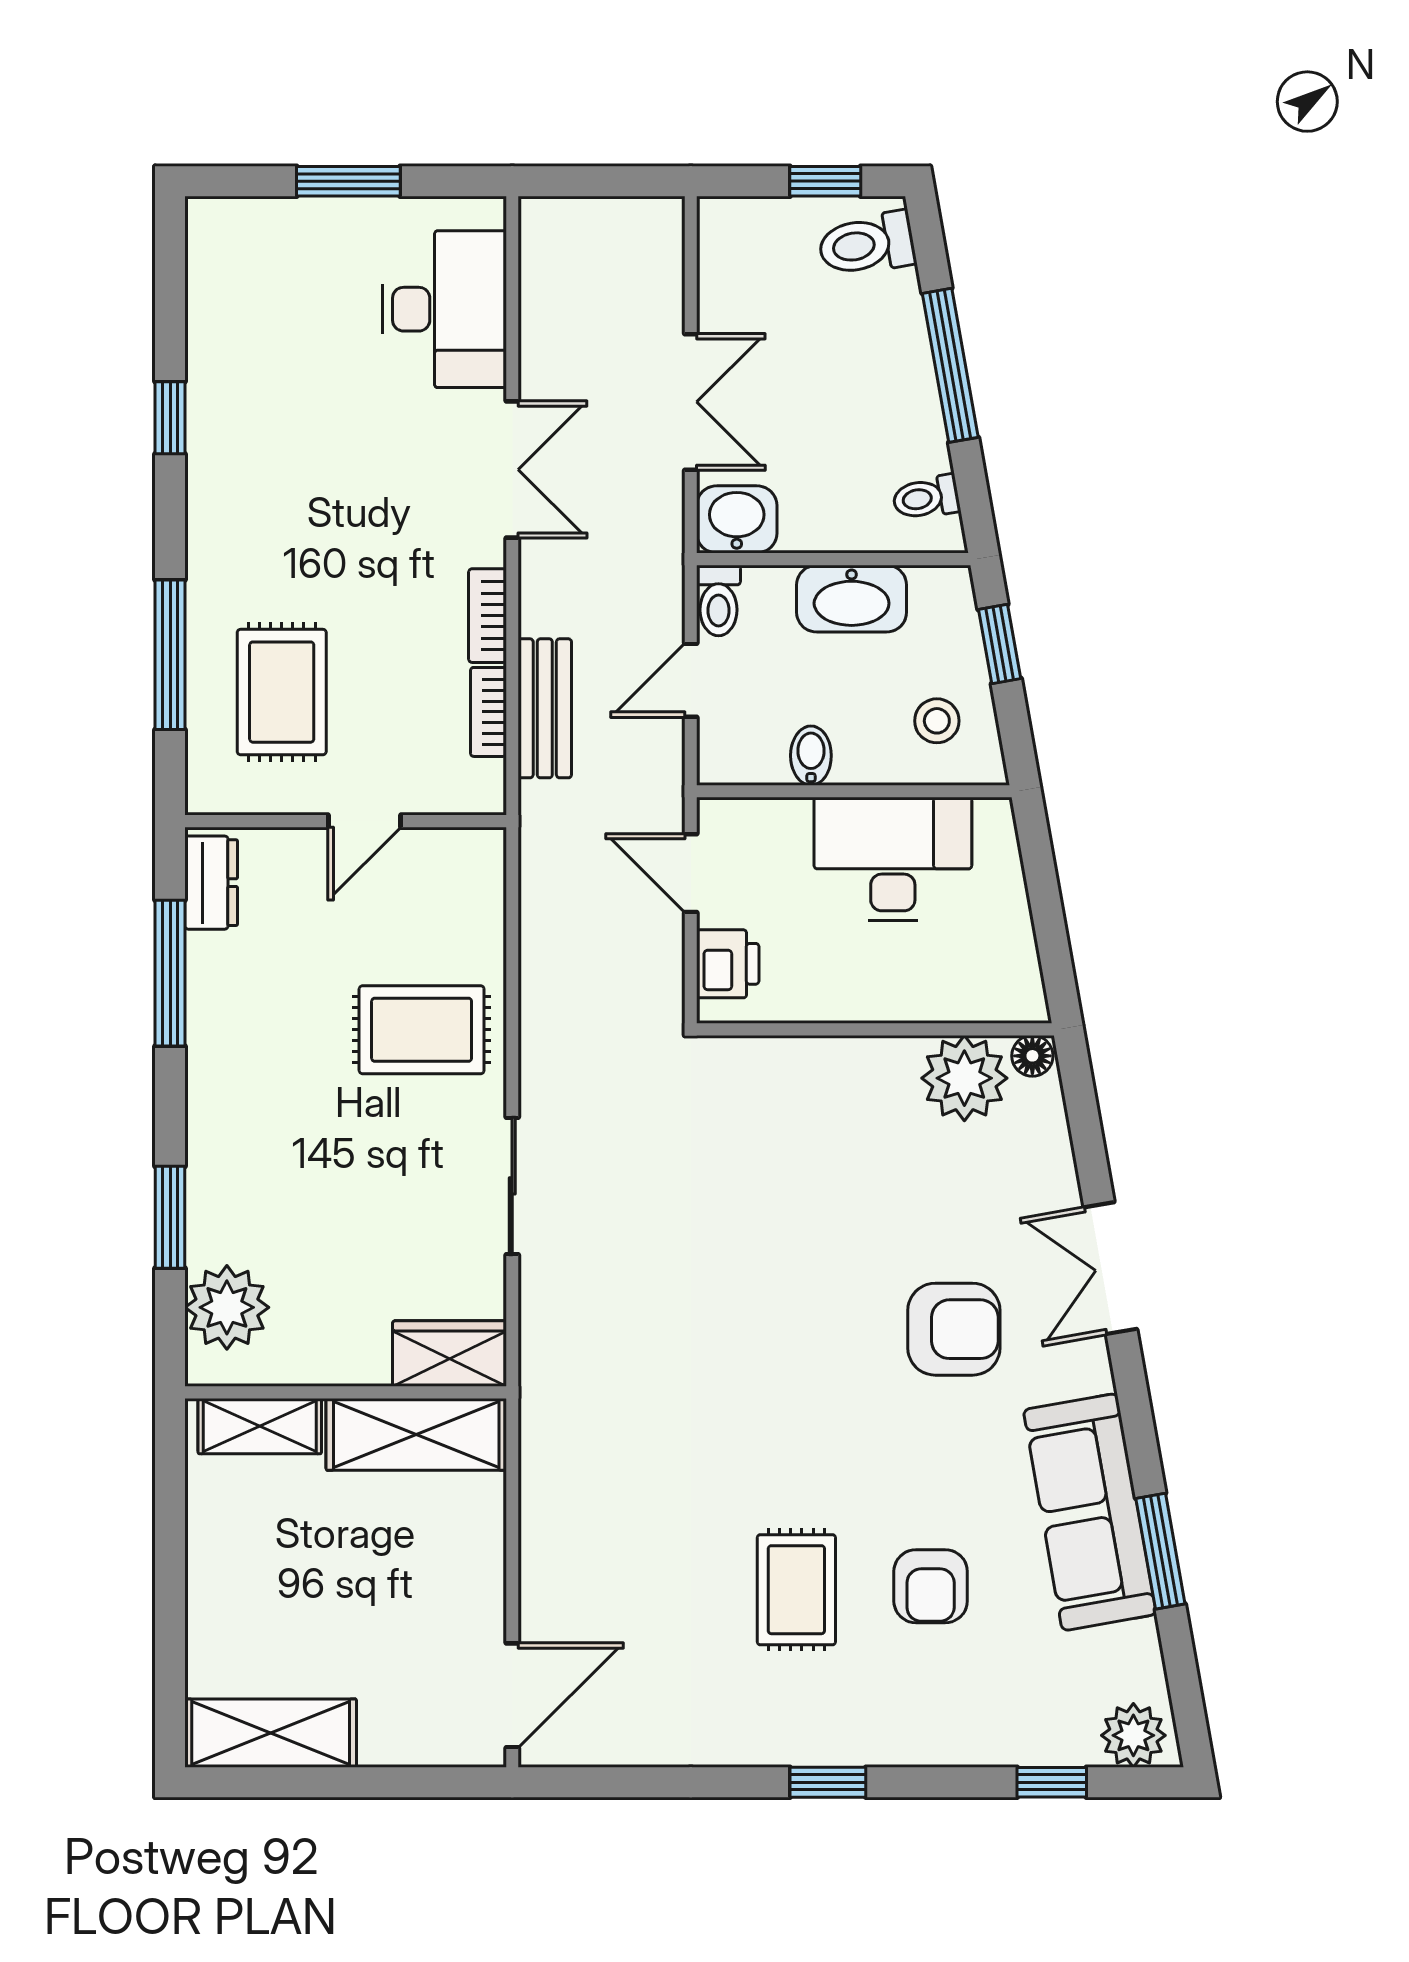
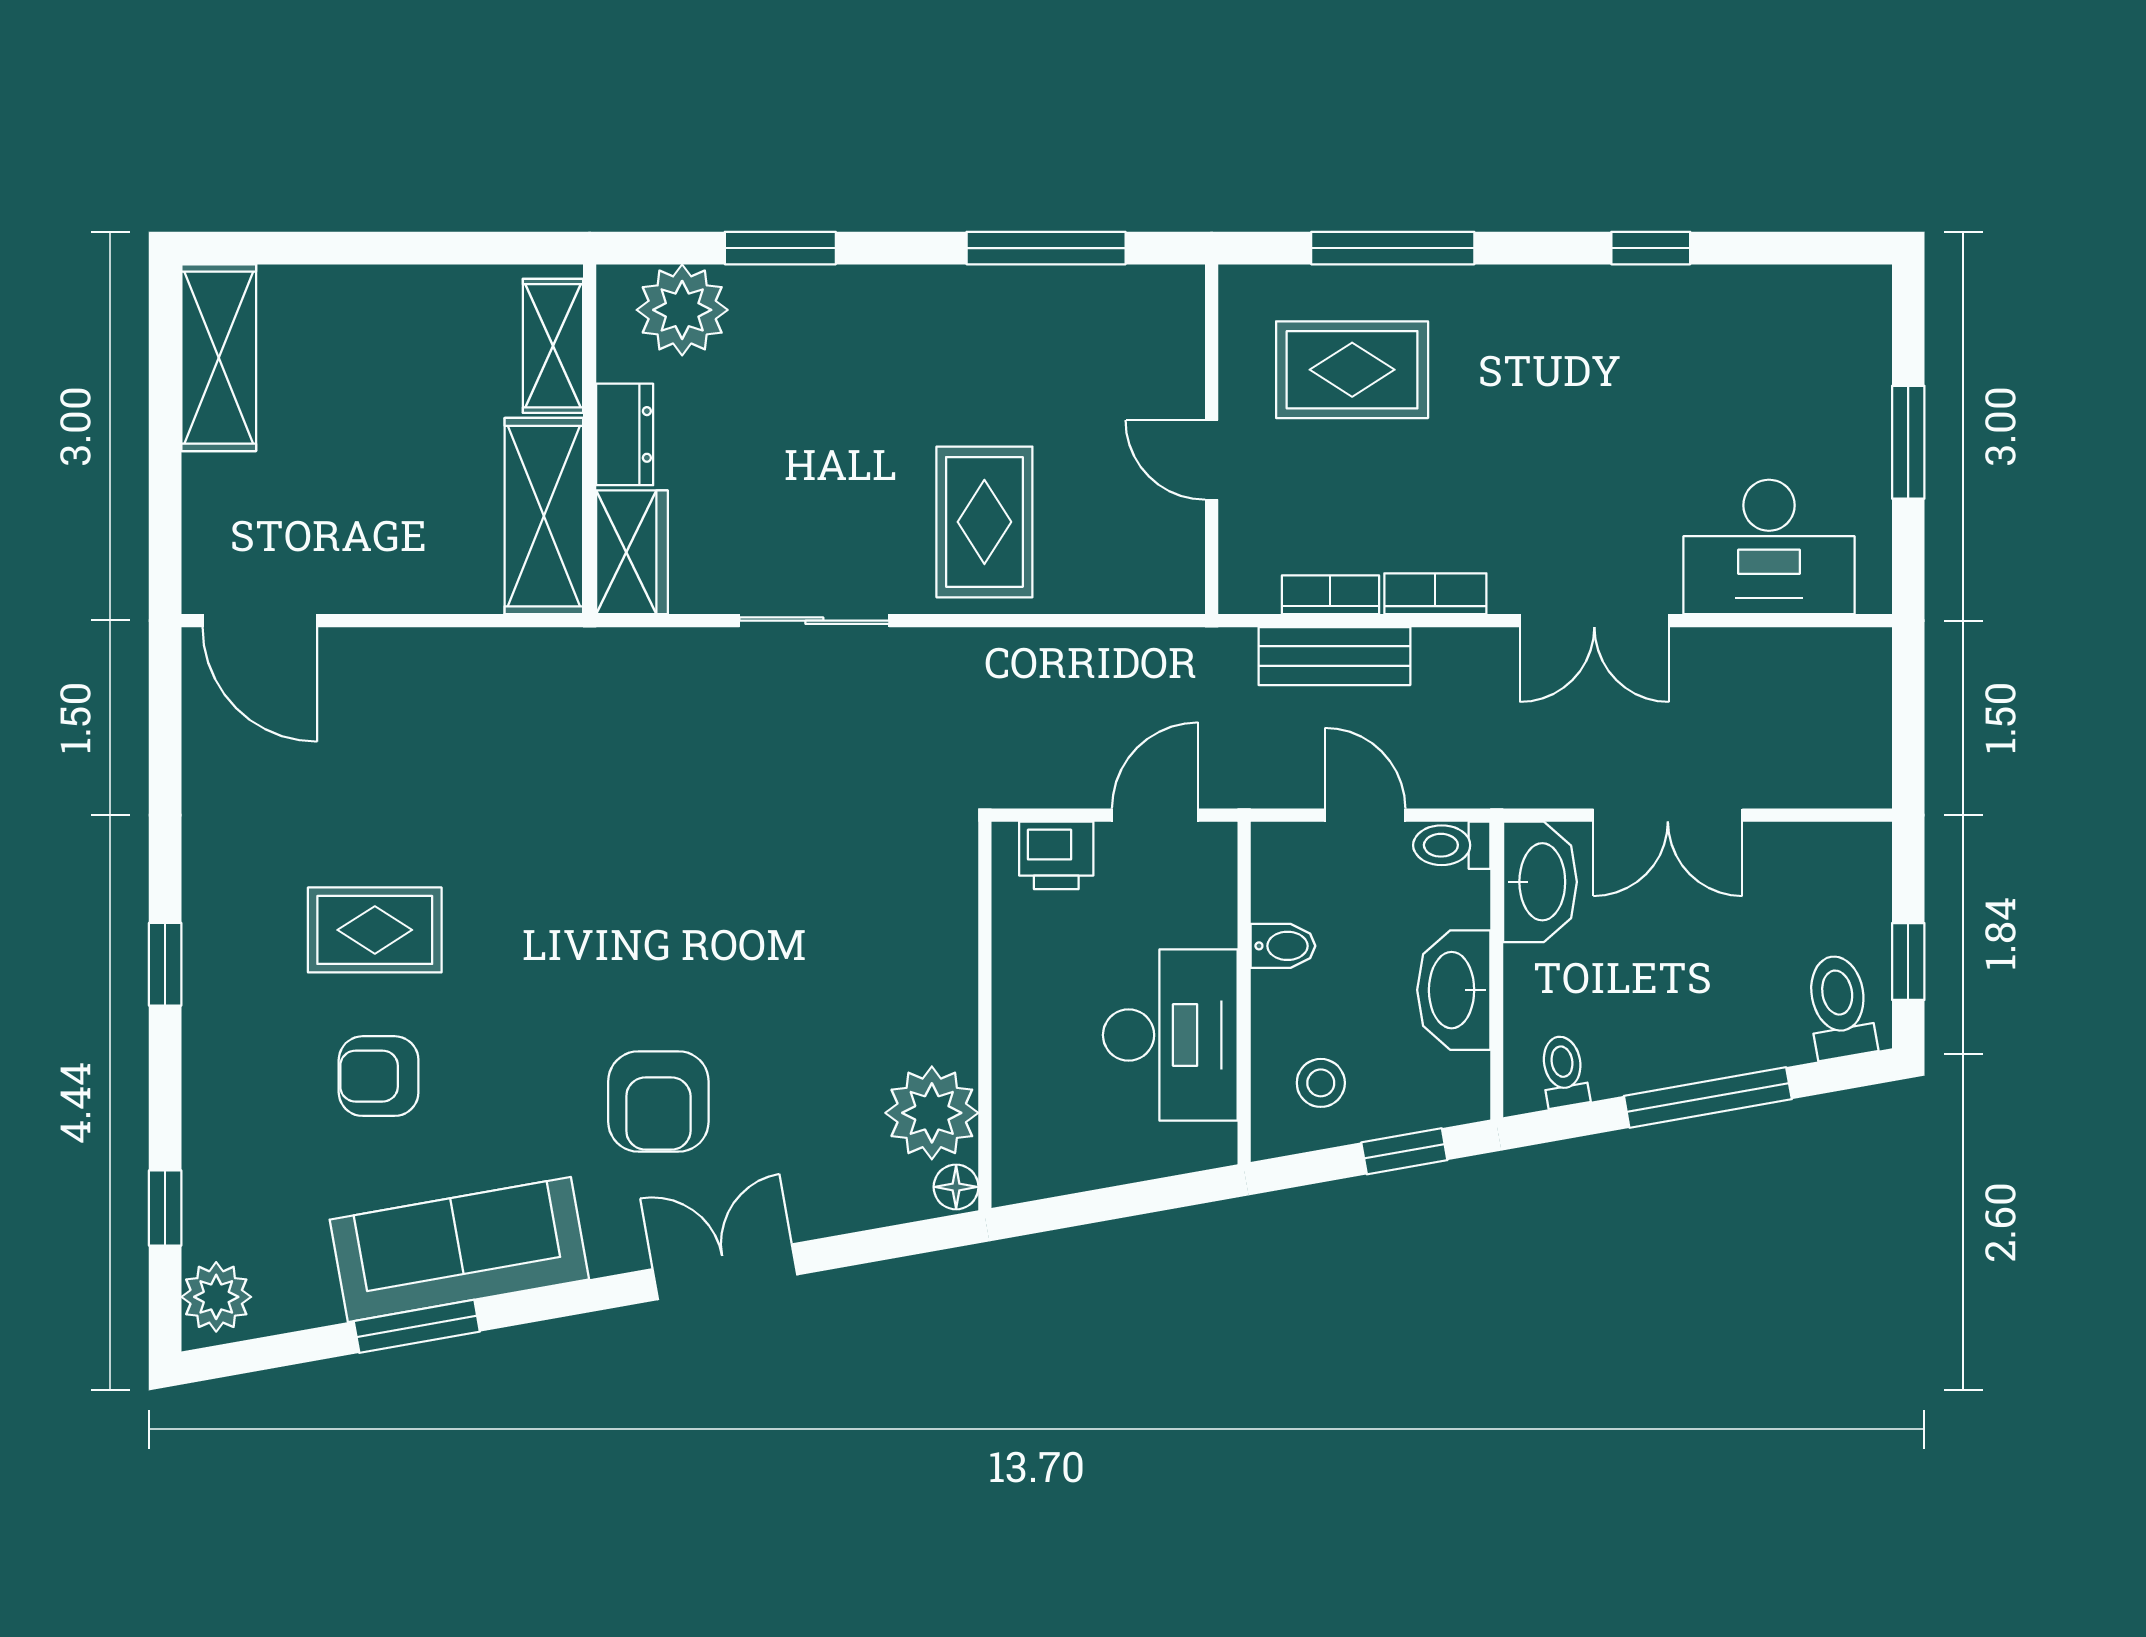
washbasin: (737, 519) -> (1540, 882), width x1.38
dresser: (211, 883) -> (625, 434), moved, turned -90

